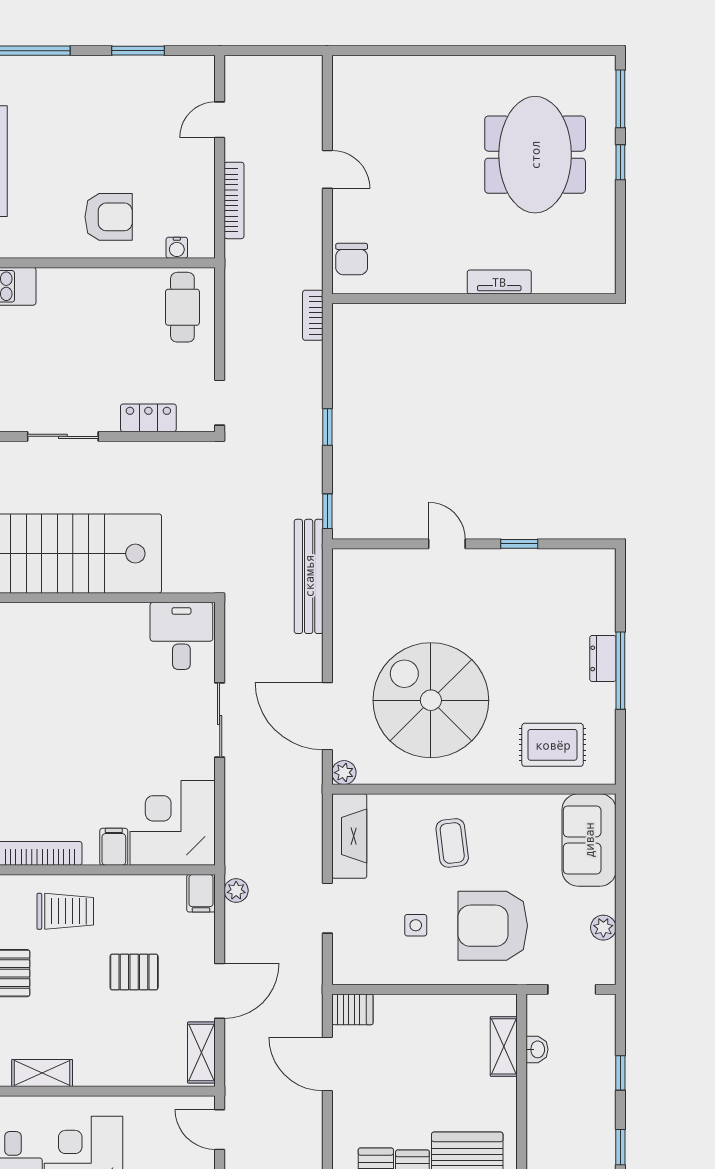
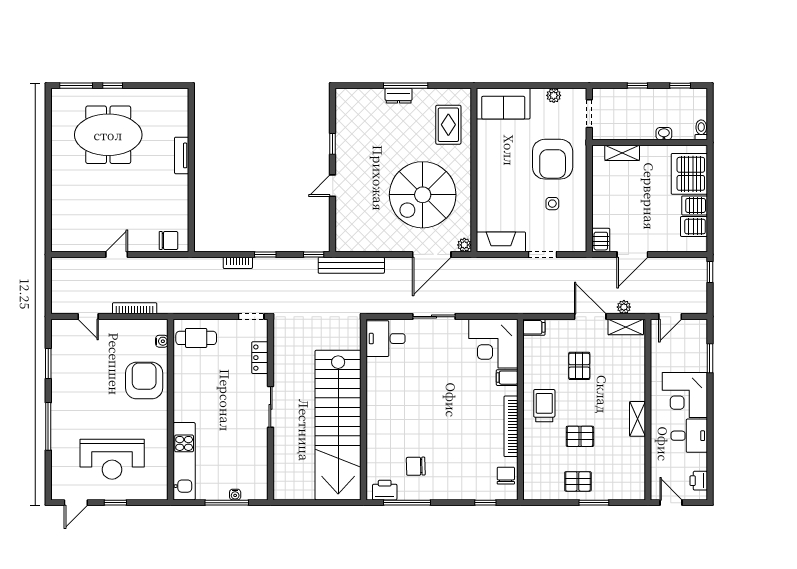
armchair: (109, 217) -> (144, 381), width x1.36, depth x1.36
bookcase: (313, 315) -> (238, 263), moved
coffee table: (452, 843) -> (505, 183), removed
plant: (236, 890) -> (624, 307), moved
washbasin: (537, 1049) -> (664, 134), moved

